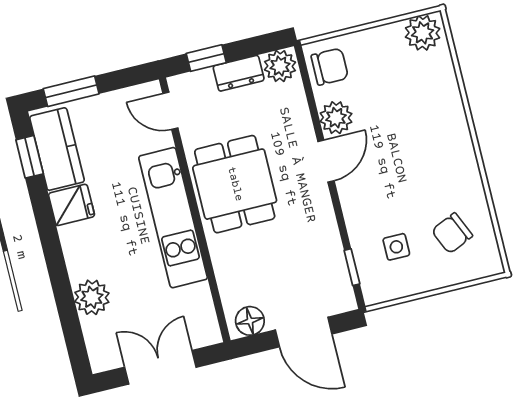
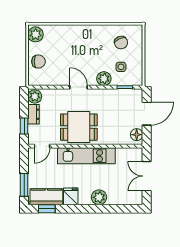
chair: (330, 67) -> (38, 62), moved, turned 90
plant: (336, 118) -> (104, 79), moved
plant: (92, 297) -> (99, 197), moved

